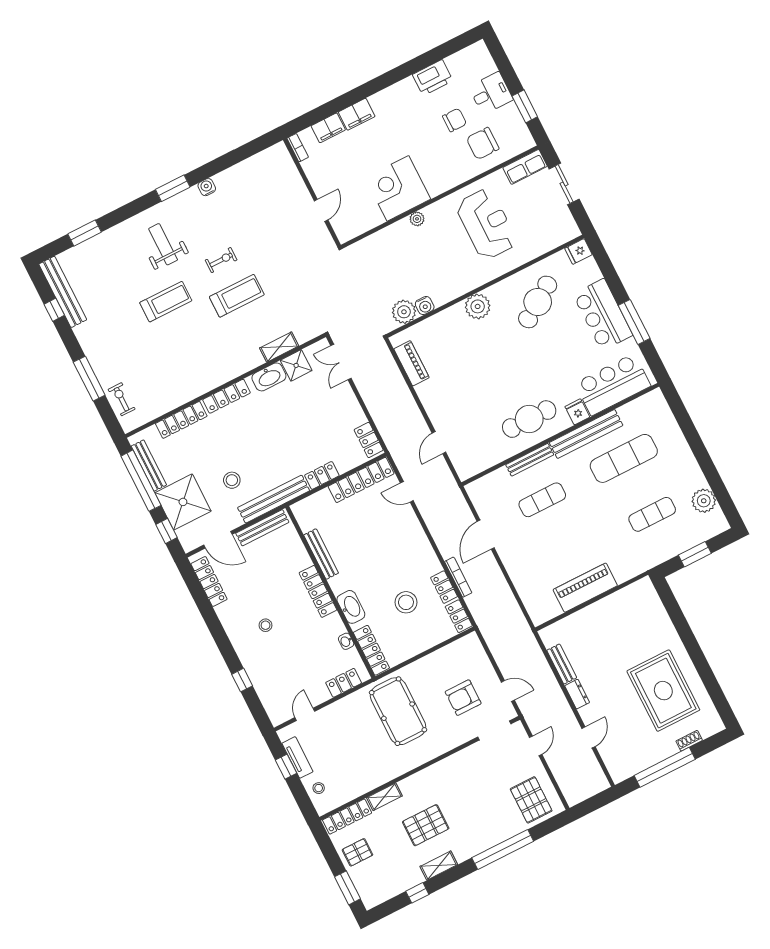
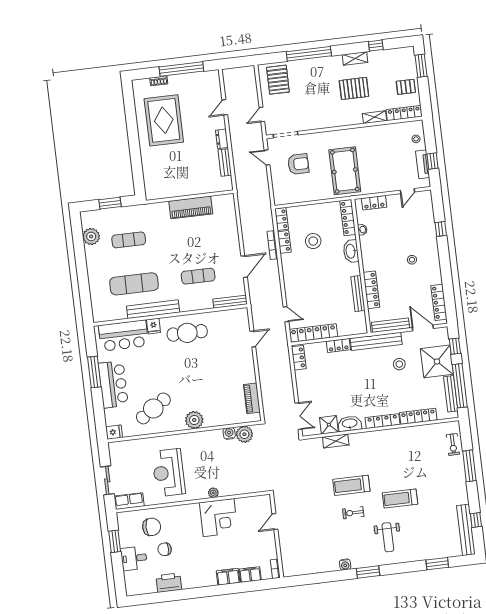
bench: (530, 460) -> (230, 302), moved
locker: (318, 591) -> (371, 290), moved

